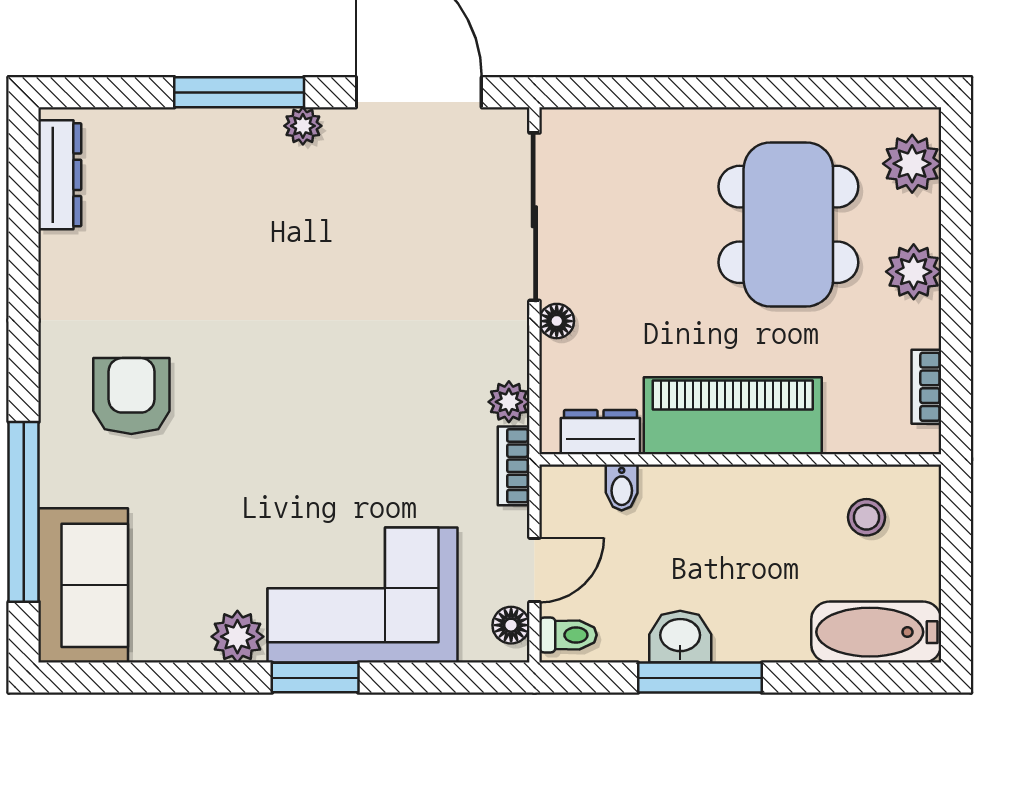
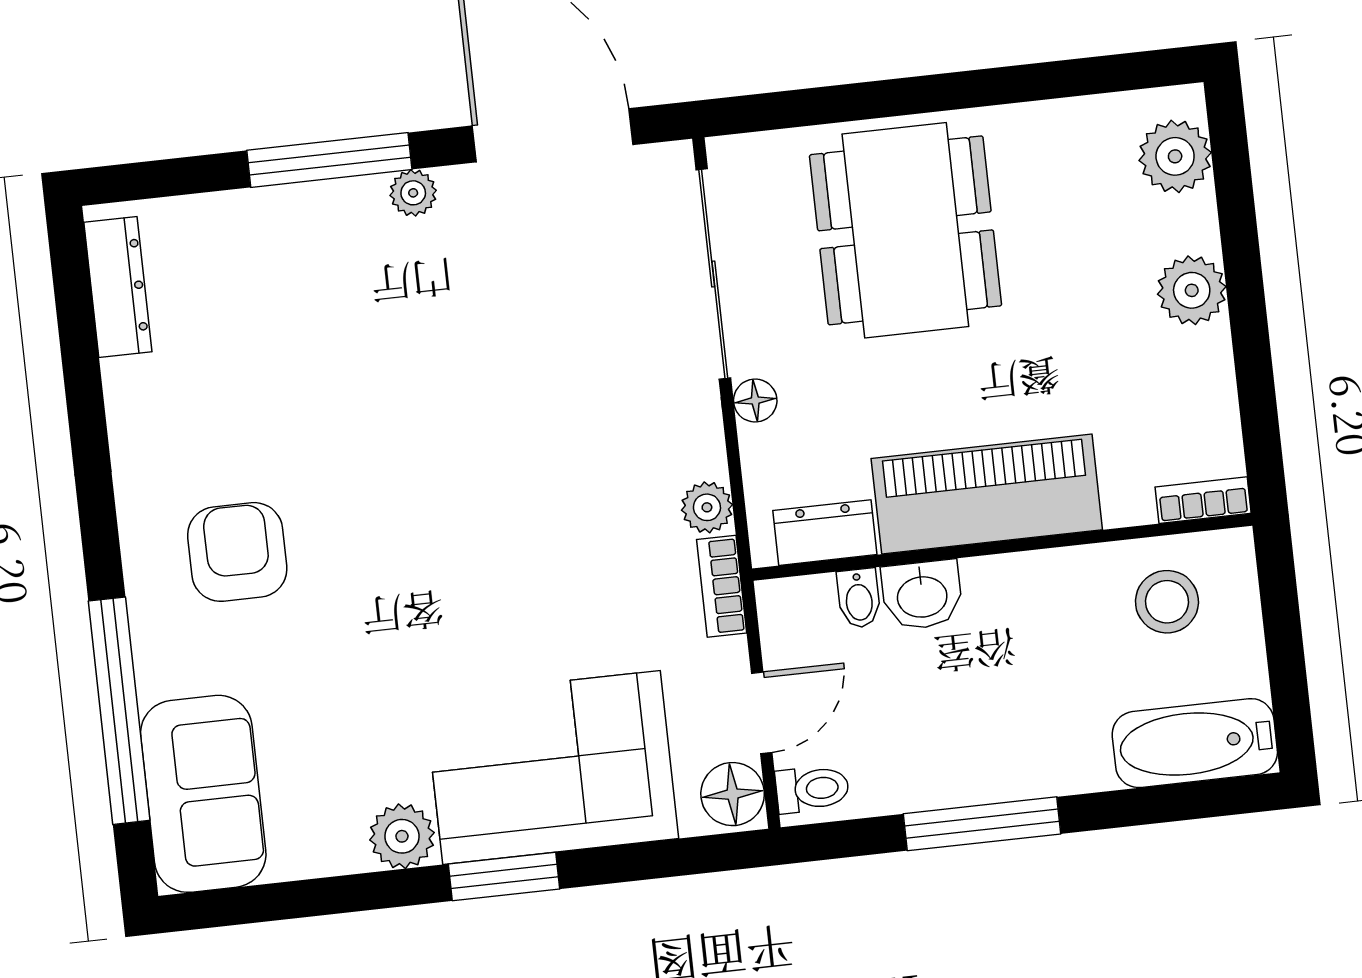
dining table: (788, 224) -> (905, 230), moved
bookcase: (926, 387) -> (1203, 500), moved, turned 90
stool: (867, 517) -> (1167, 602), width x1.37, depth x1.37
floor lamp: (511, 625) -> (733, 794), width x1.37, depth x1.37
washbasin: (680, 637) -> (922, 595), moved, turned 180

